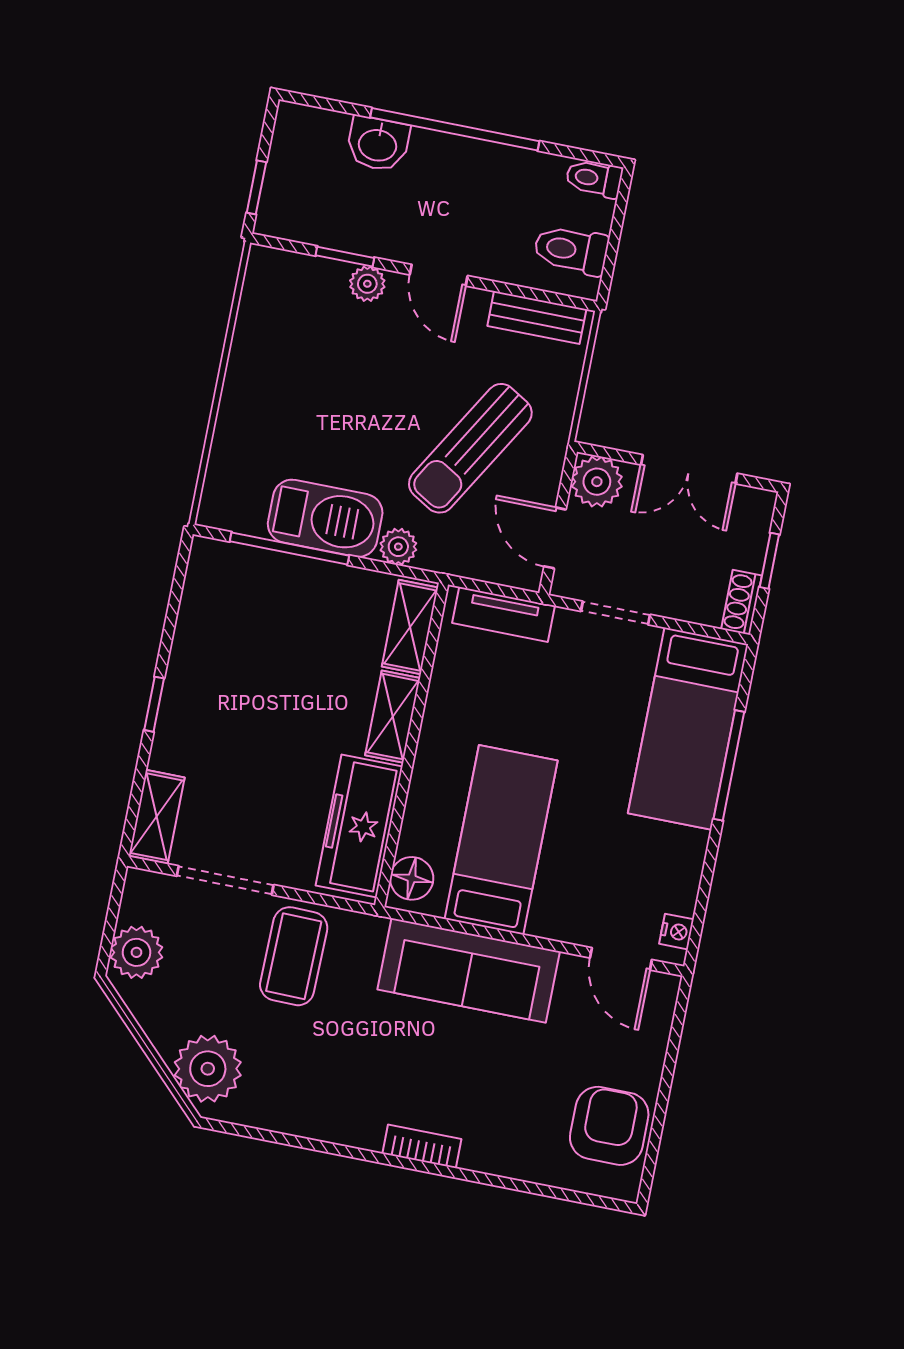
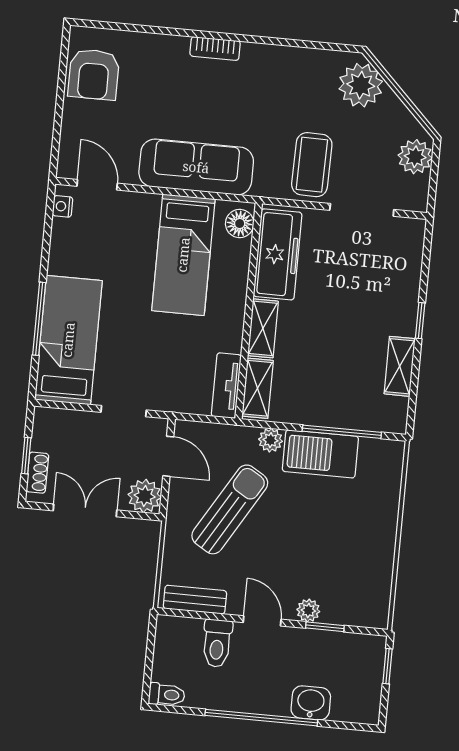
toilet: (571, 250) -> (217, 643), moved, turned 90
shoe rack: (742, 602) -> (37, 473), moved
tv unit: (503, 614) -> (226, 386), moved, turned -90
shelving: (157, 817) -> (400, 366), moved

